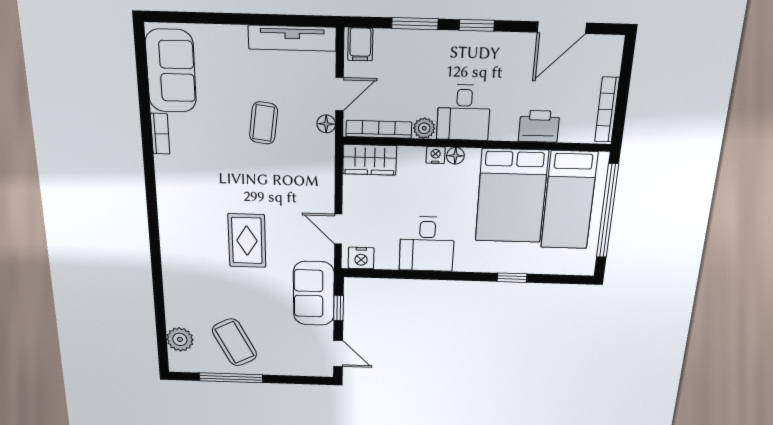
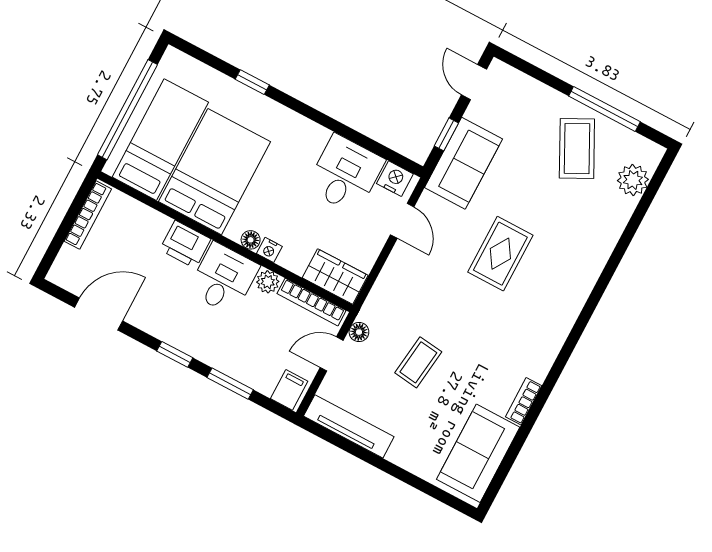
printer: (539, 126) -> (185, 244), moved
desk: (427, 244) -> (345, 174), moved

